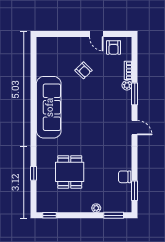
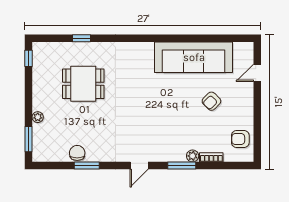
door: (96, 34) -> (257, 73), moved
sofa: (49, 107) -> (194, 57), moved
window: (135, 191) -> (87, 166), moved

